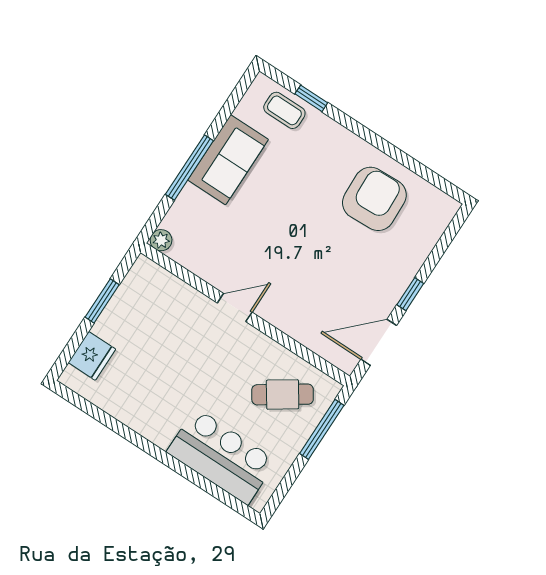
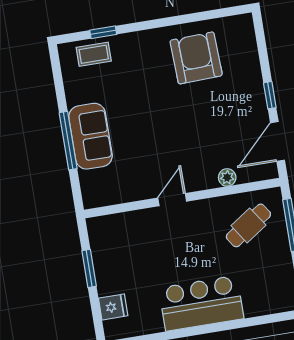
sofa: (228, 160) -> (91, 136), moved
plant: (161, 240) -> (227, 177), moved
fridge: (92, 356) -> (113, 307), width x0.72
bar counter: (222, 456) -> (201, 303), moved

